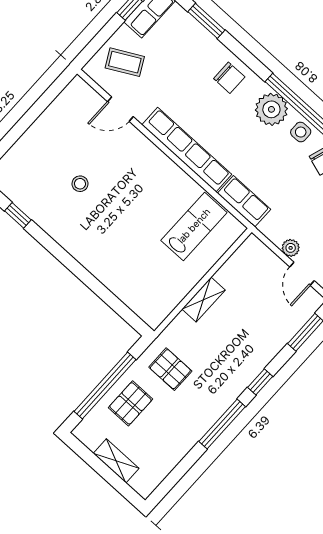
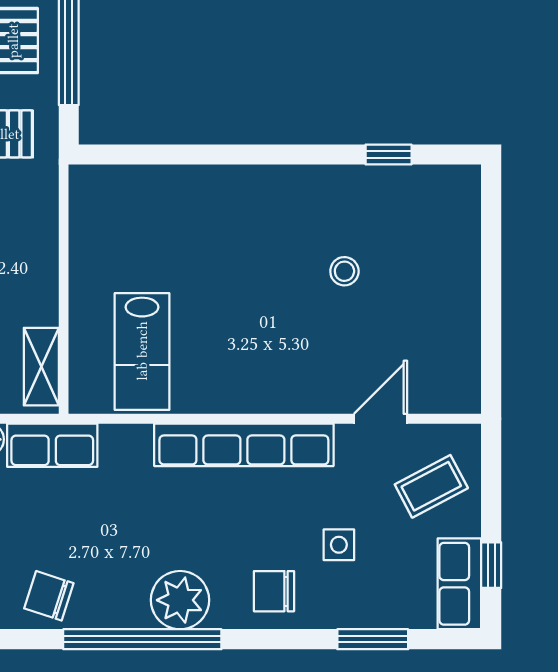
side table: (301, 132) -> (339, 545), moved
row of seats: (244, 201) -> (52, 445), moved
shelving: (204, 300) -> (41, 367), moved

